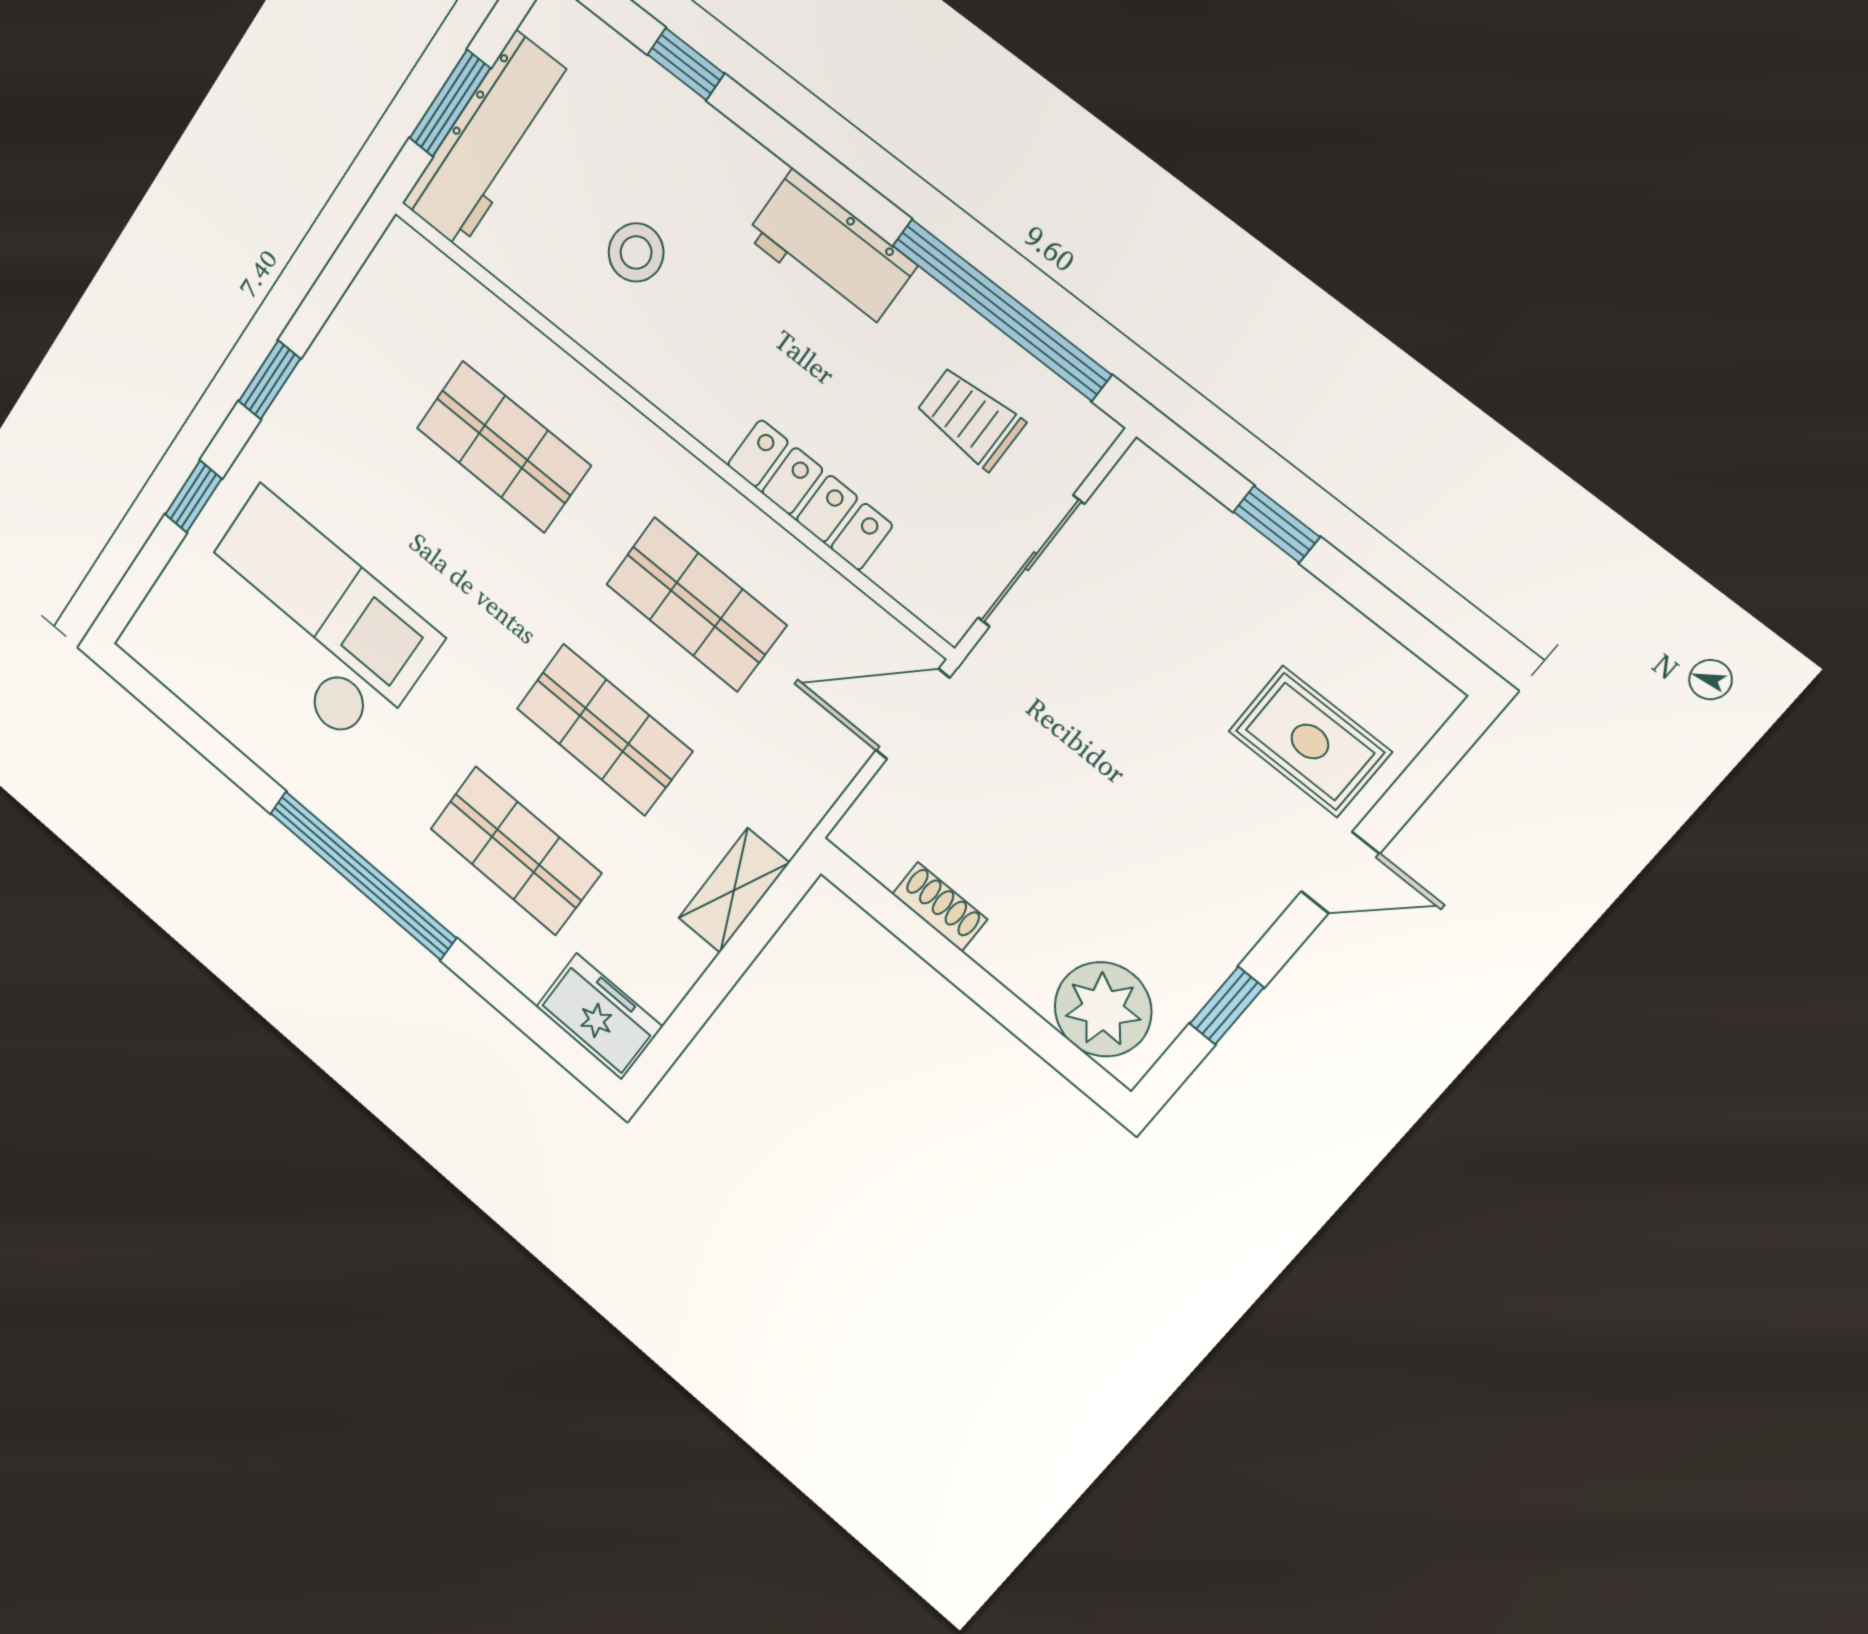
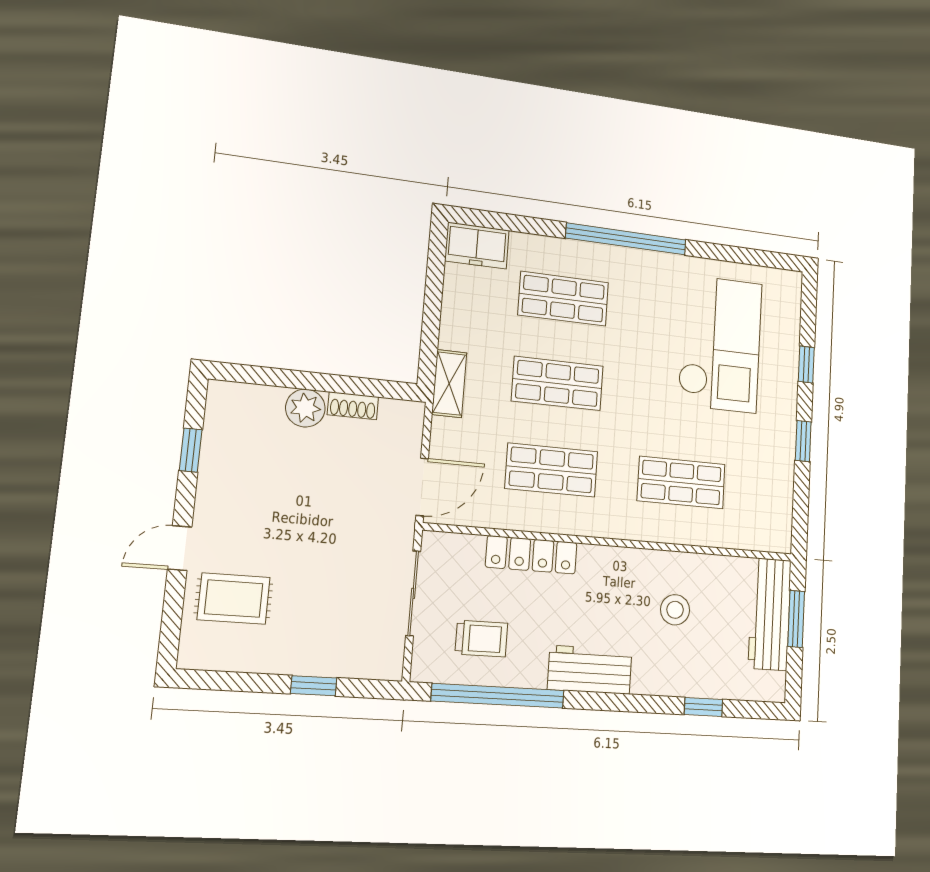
checkout: (312, 620) -> (720, 344), turned -90
shelving: (734, 891) -> (449, 384), moved
plant: (1103, 1009) -> (305, 408), moved, width x0.73, depth x0.73

